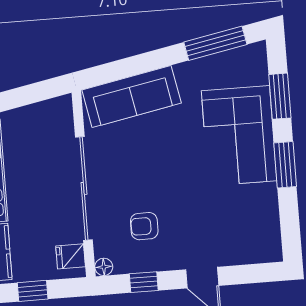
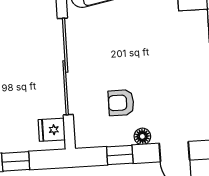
floor lamp: (104, 267) -> (142, 136), moved

